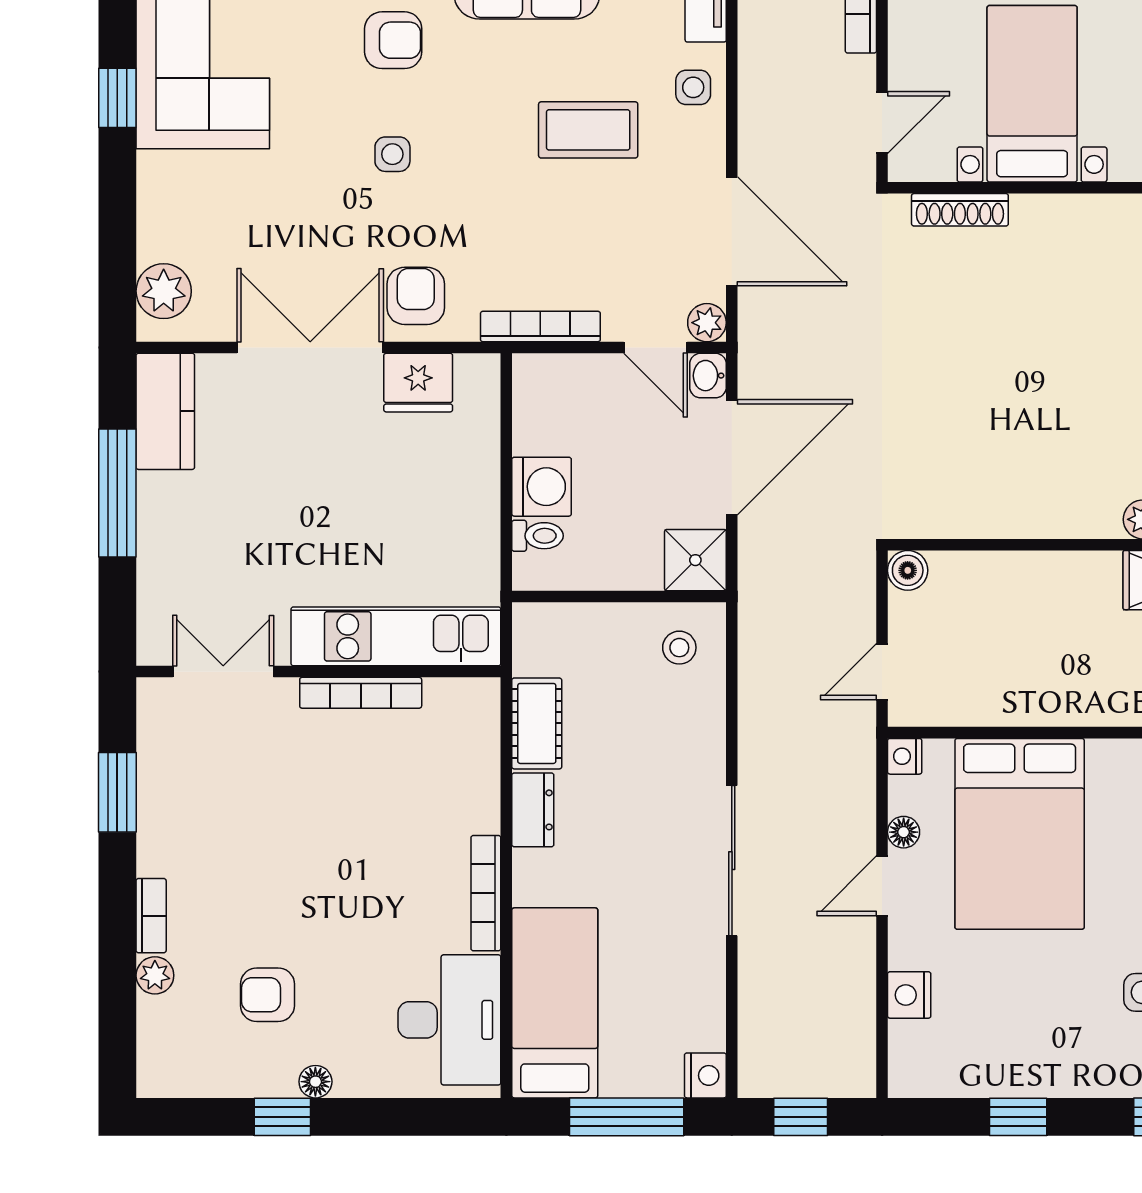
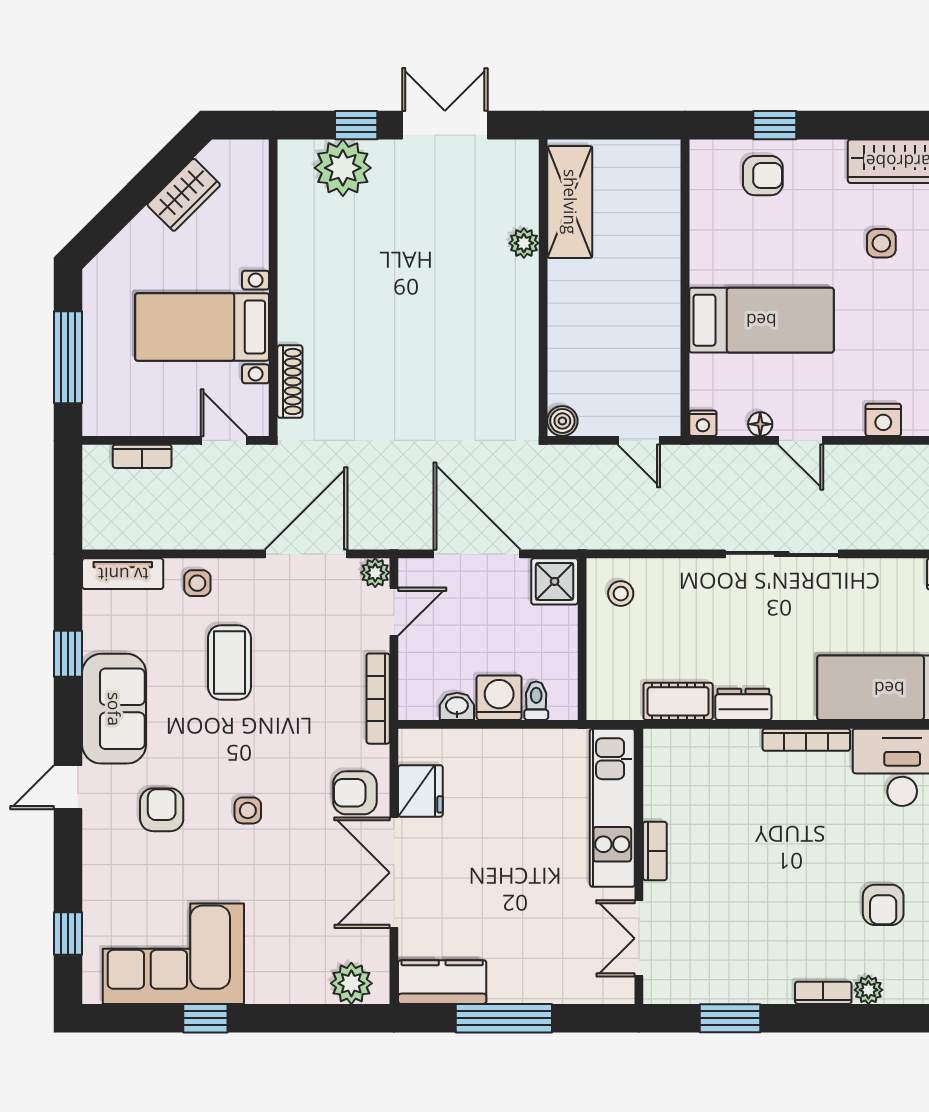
washbasin: (708, 376) -> (457, 706), moved, turned 180
bookcase: (361, 693) -> (655, 851), width x0.64
bed: (1020, 834) -> (761, 320), width x0.67

